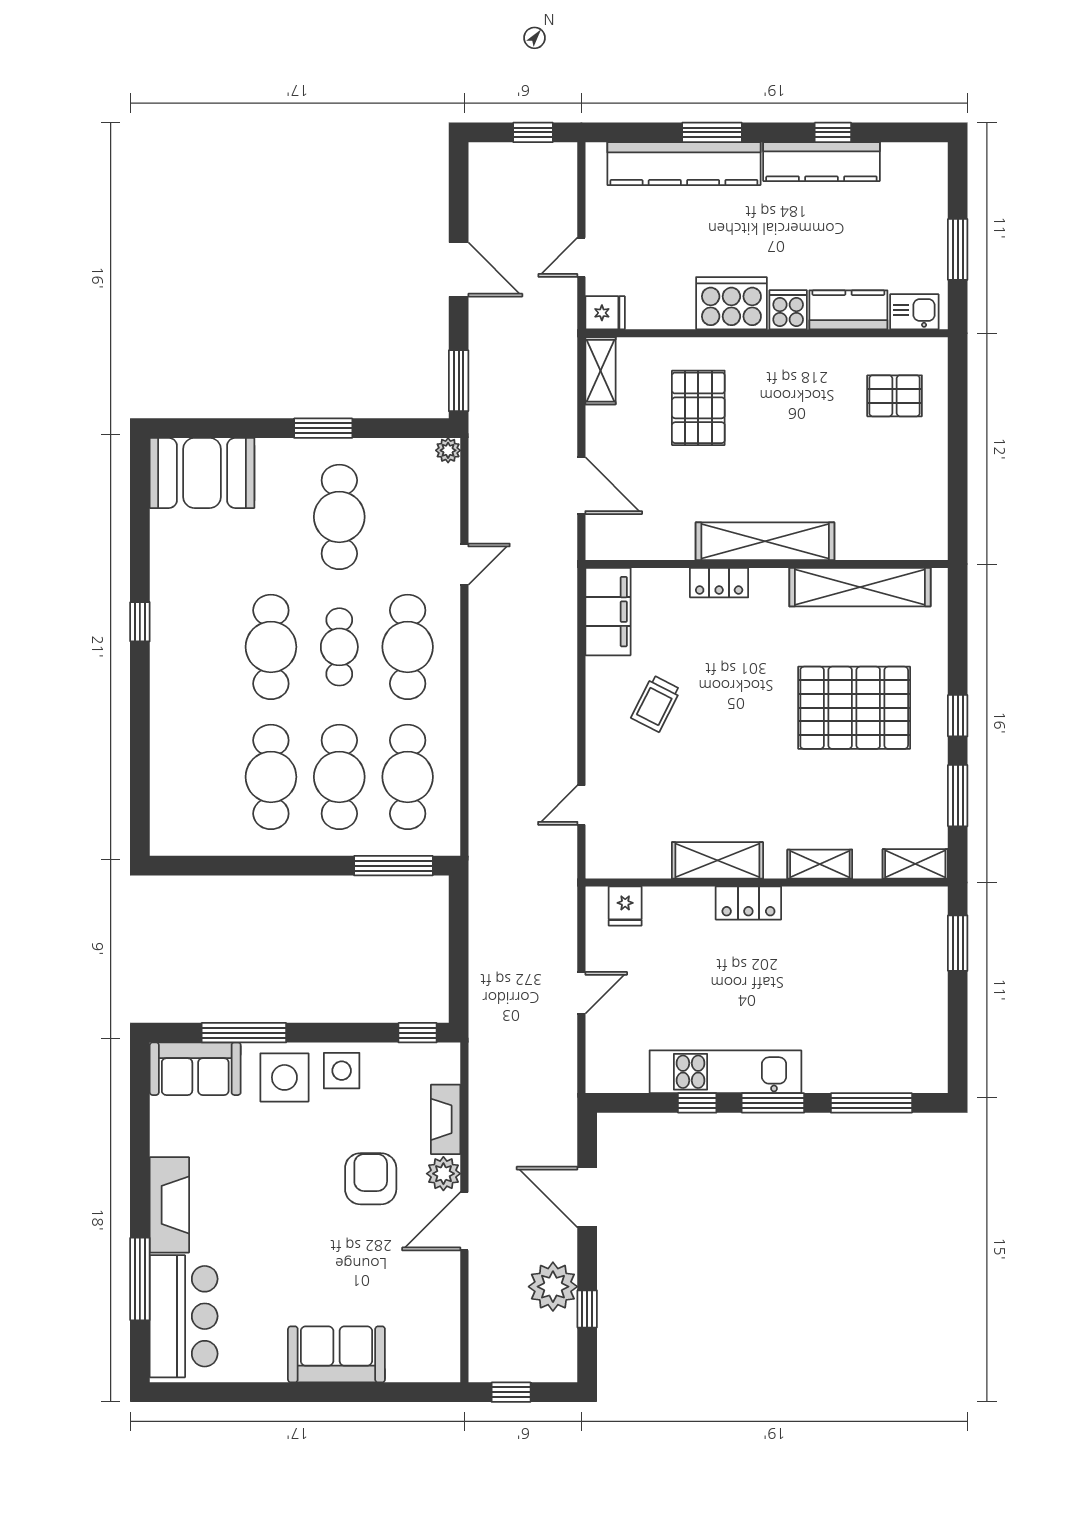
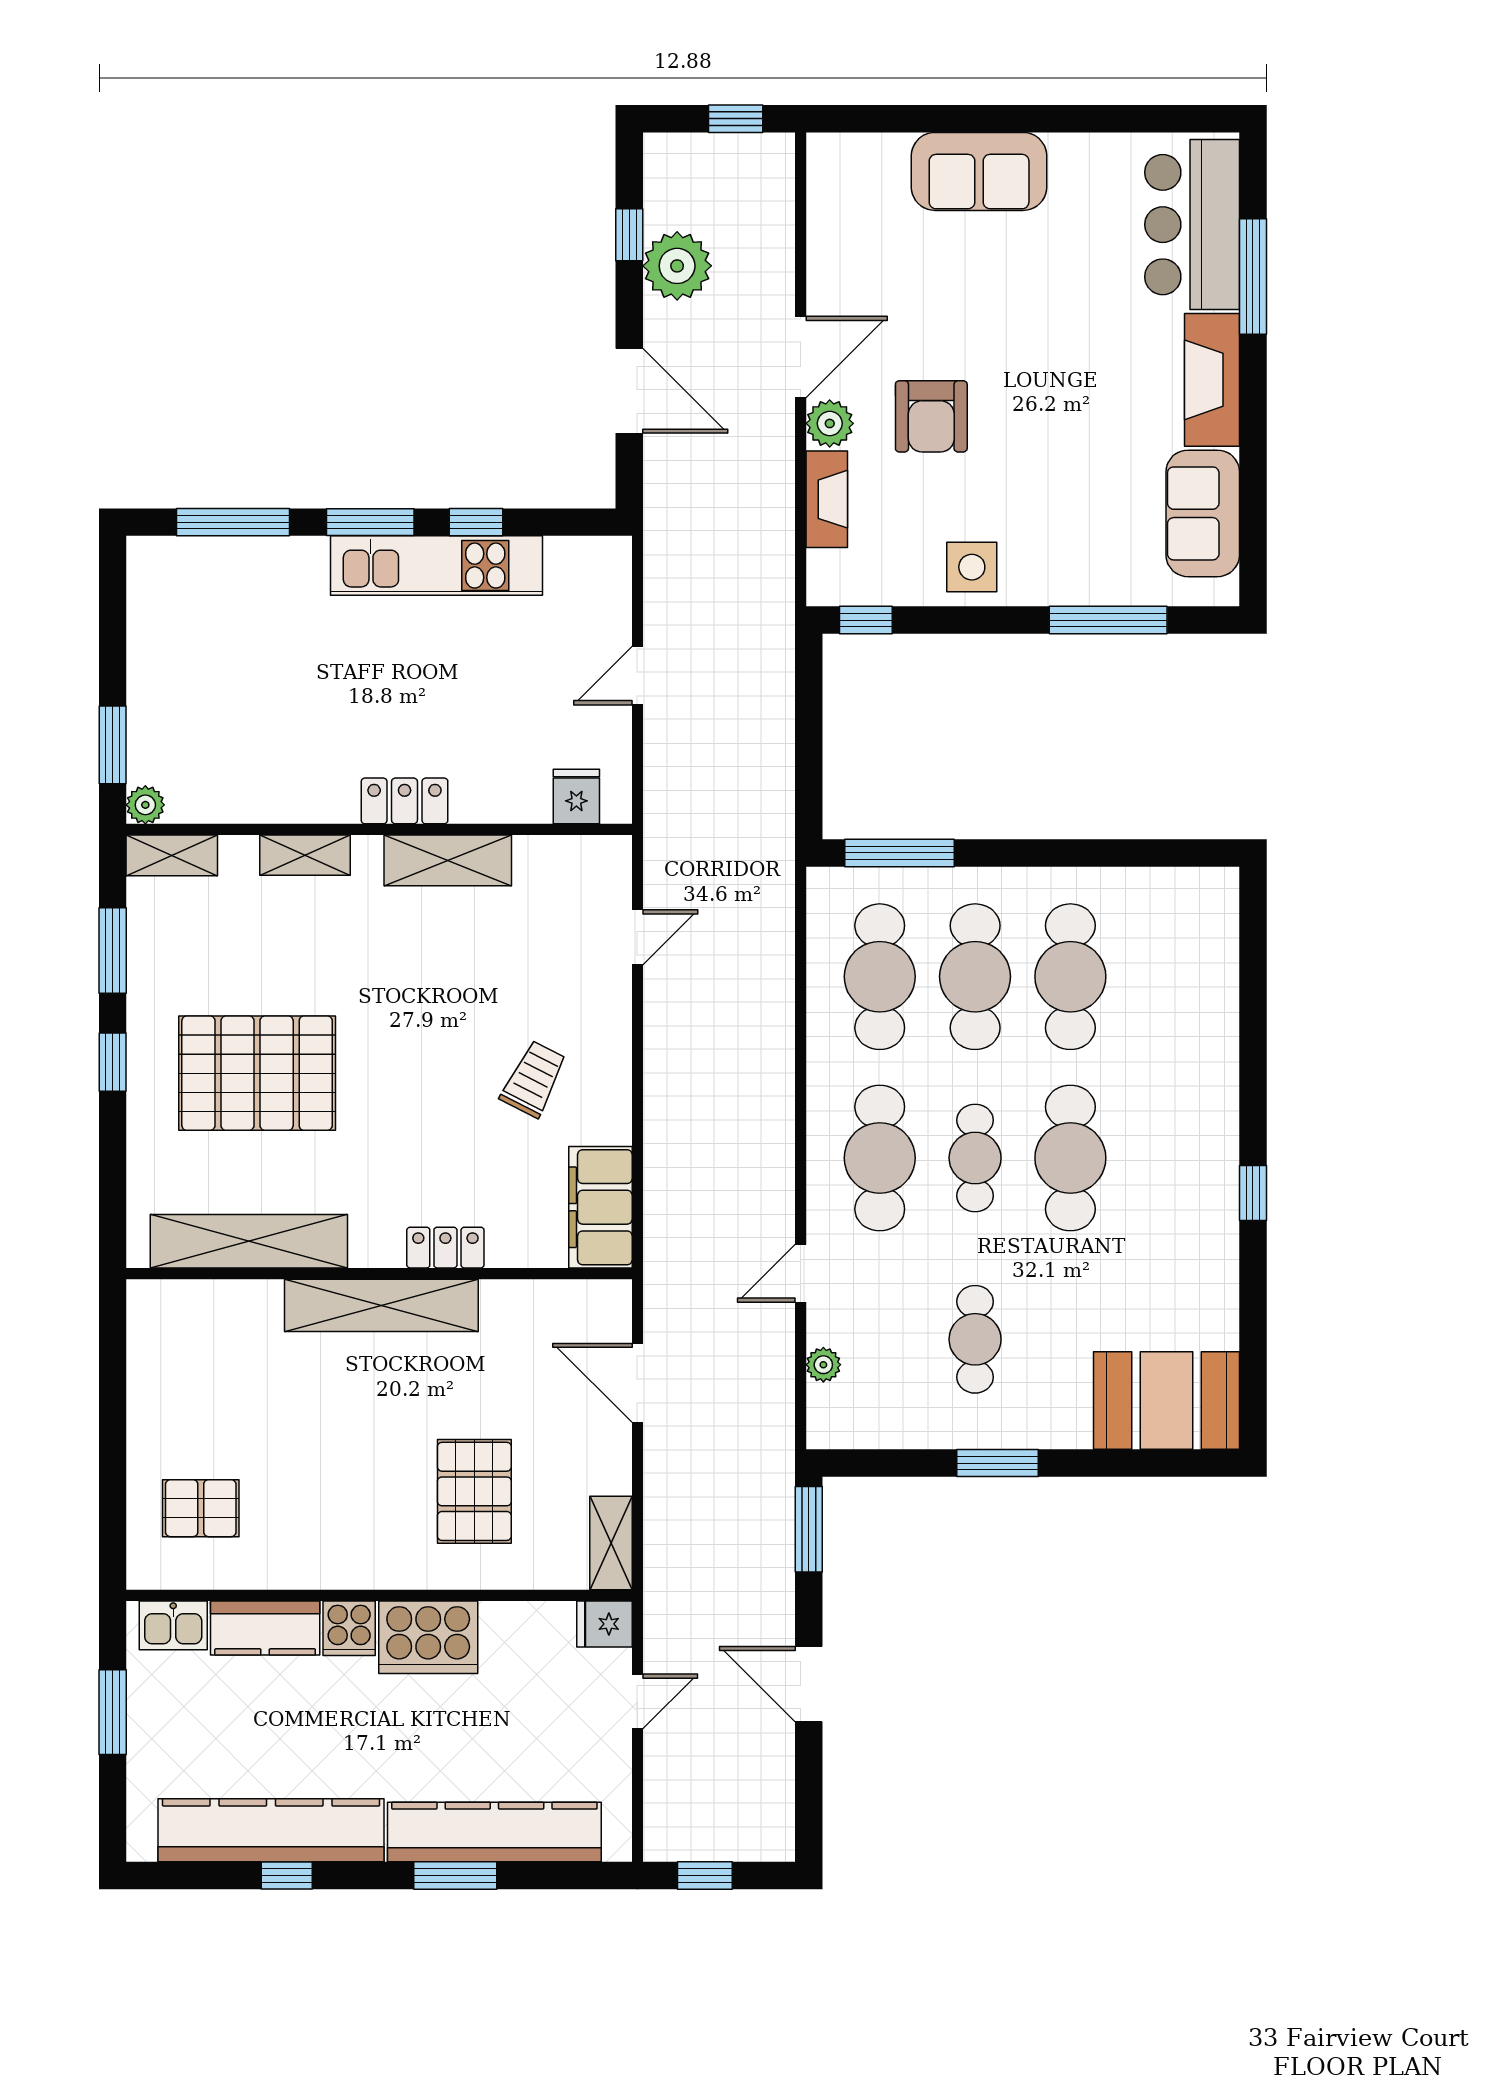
kitchen counter: (821, 162) -> (271, 1830), width x1.39, depth x1.17
plant: (448, 450) -> (823, 1365), moved
cafe table: (339, 517) -> (975, 1339), width x0.73, depth x0.74
plant: (934, 900) -> (145, 805), added
sofa: (195, 1069) -> (1203, 513), moved, turned -90
side table: (284, 1077) -> (1052, 558), removed

